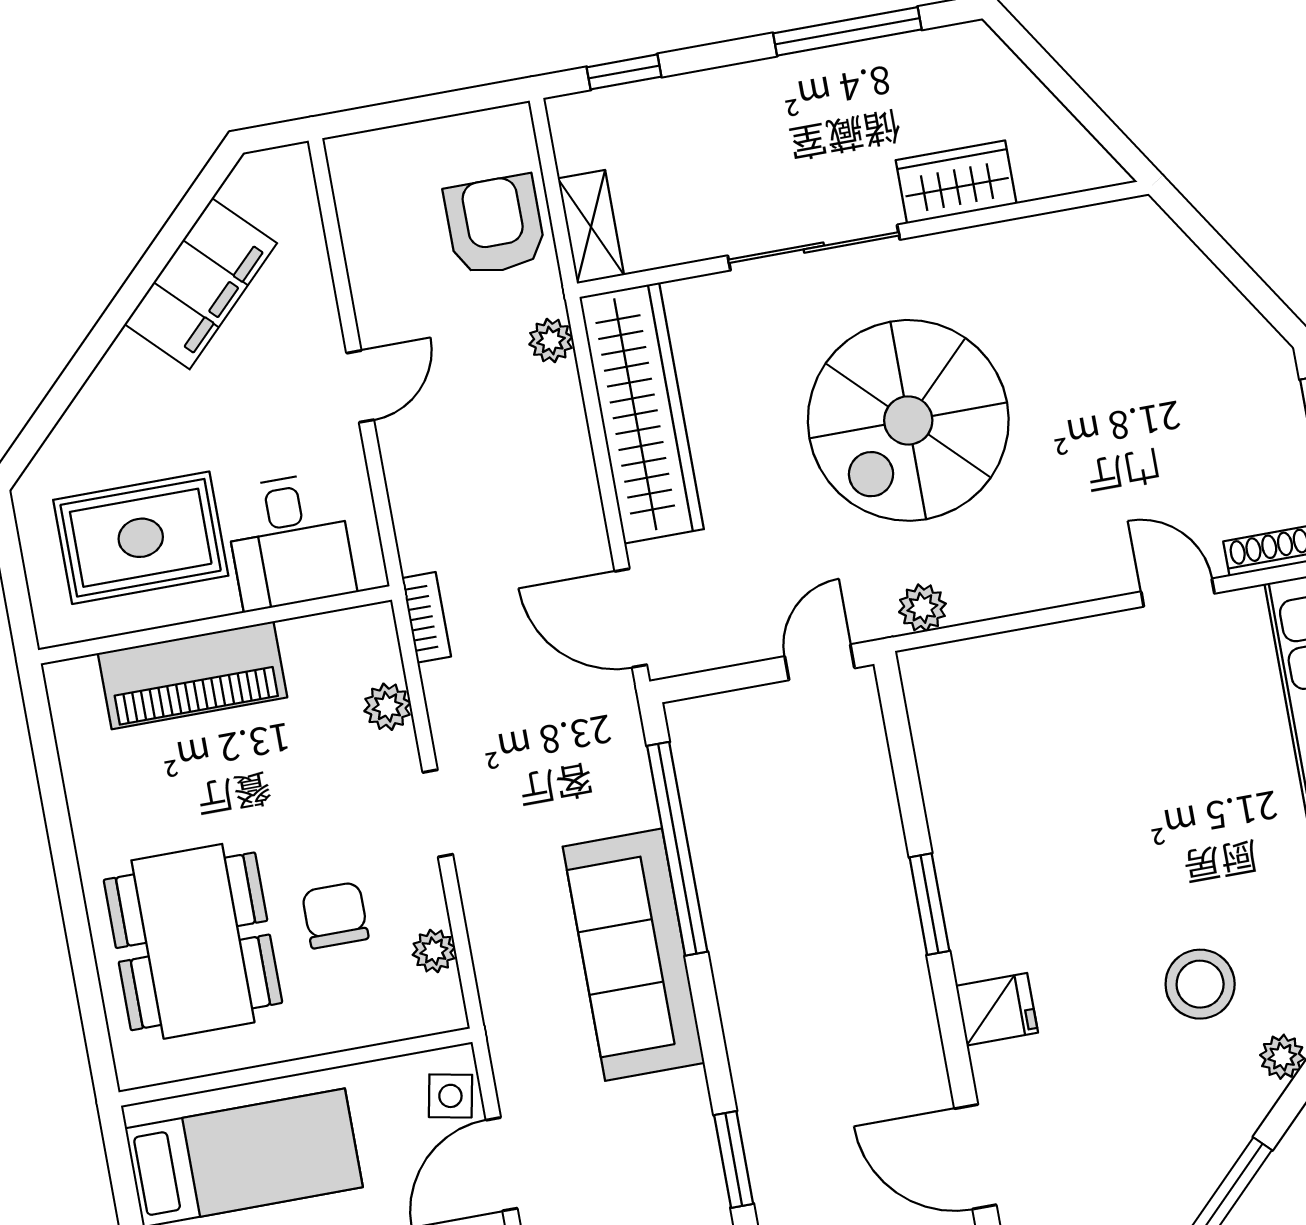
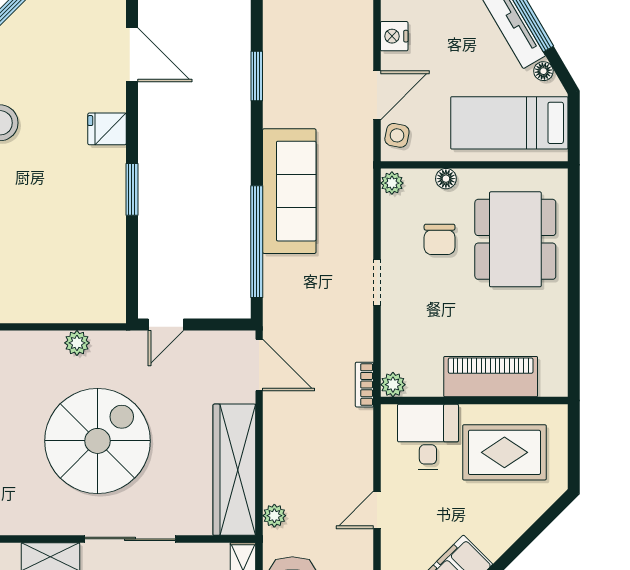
plant: (922, 608) -> (77, 343), moved
plant: (388, 707) -> (393, 385), moved
plant: (434, 951) -> (392, 183), moved
floor lamp: (344, 1031) -> (446, 179), added

